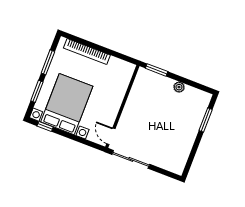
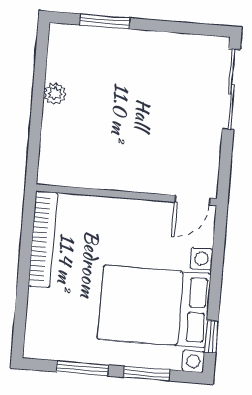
bookcase: (87, 52) -> (43, 239), moved
window: (157, 70) -> (34, 148), removed
sliding door: (131, 159) -> (231, 89), moved

